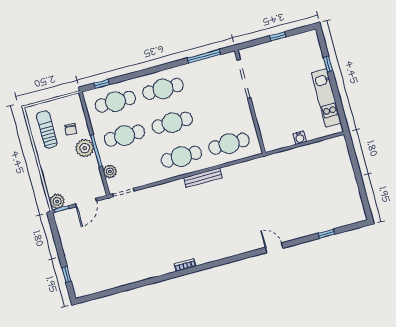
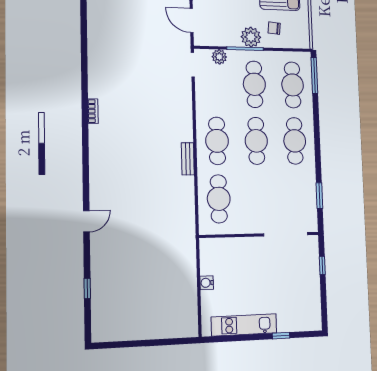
window: (278, 36) -> (322, 265), moved
window: (204, 56) -> (319, 196), width x0.69
window: (101, 84) -> (314, 75), width x2.17
bench: (203, 178) -> (188, 159), width x0.73

